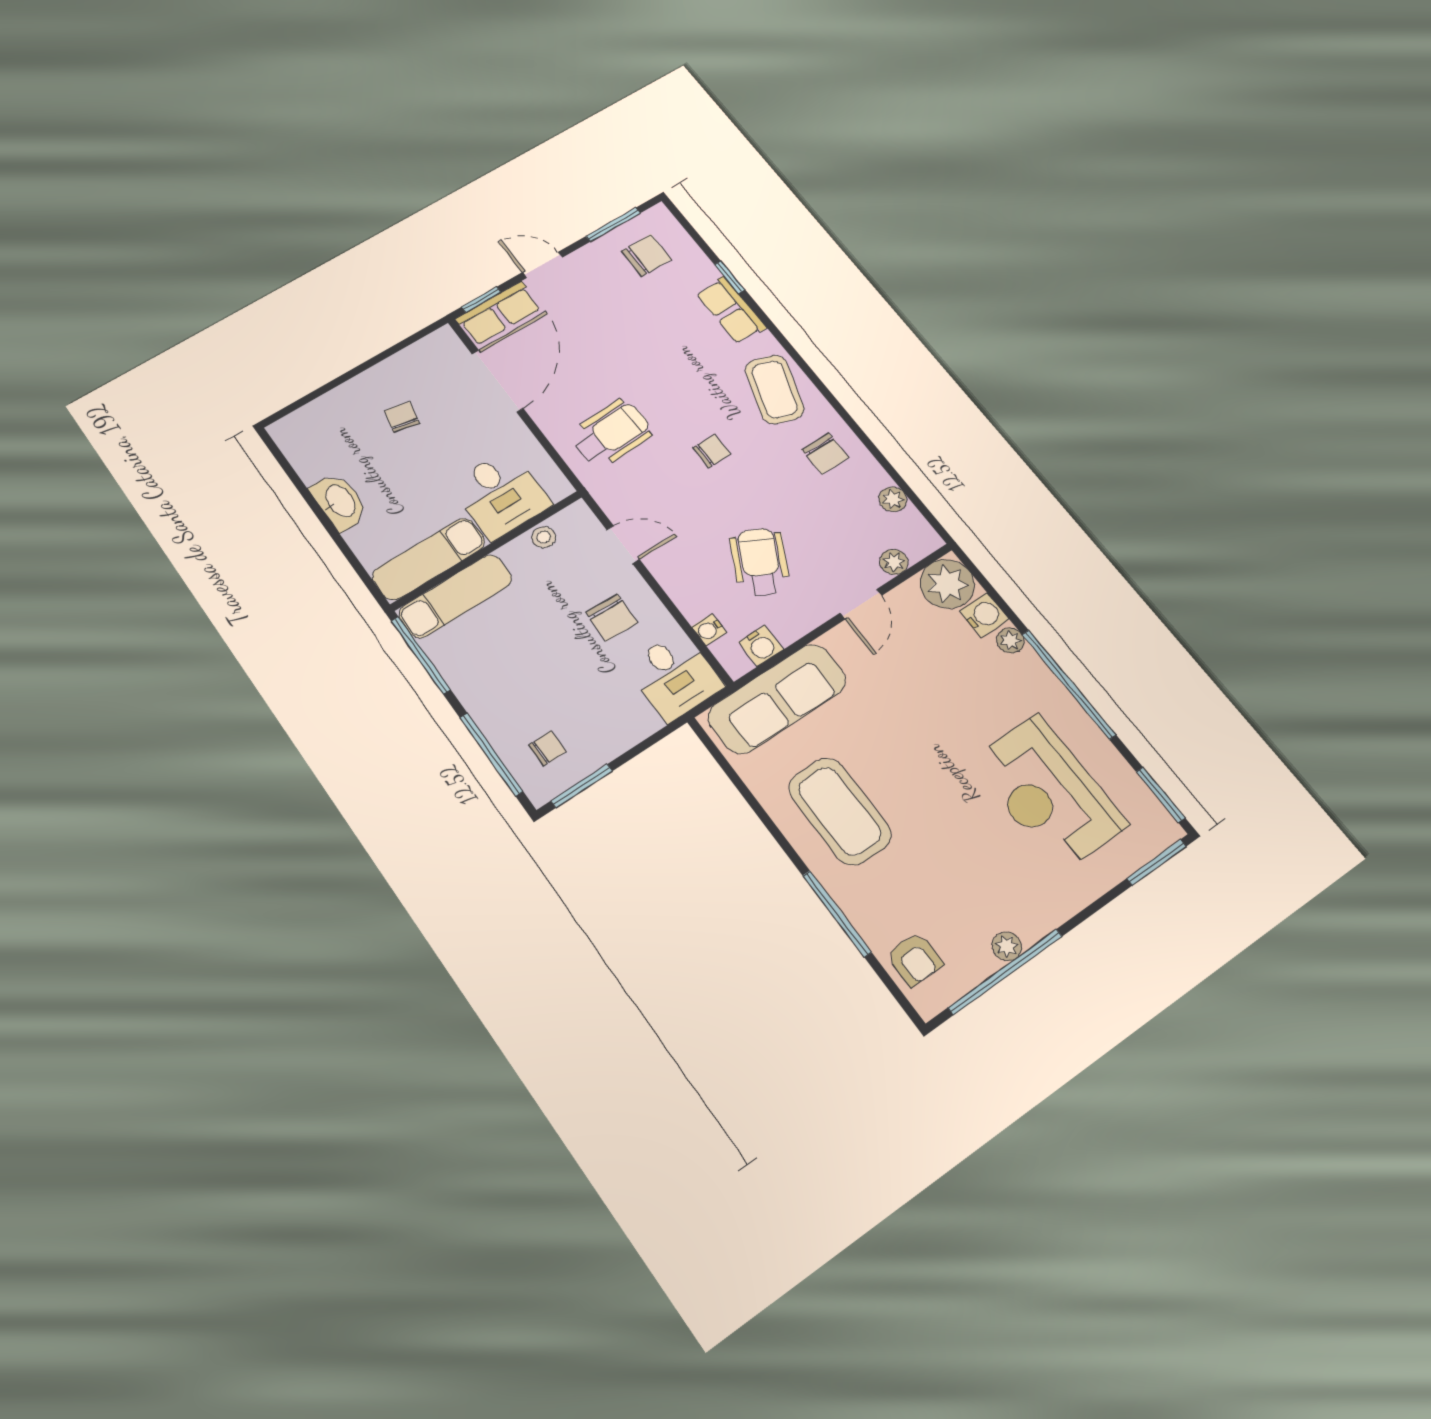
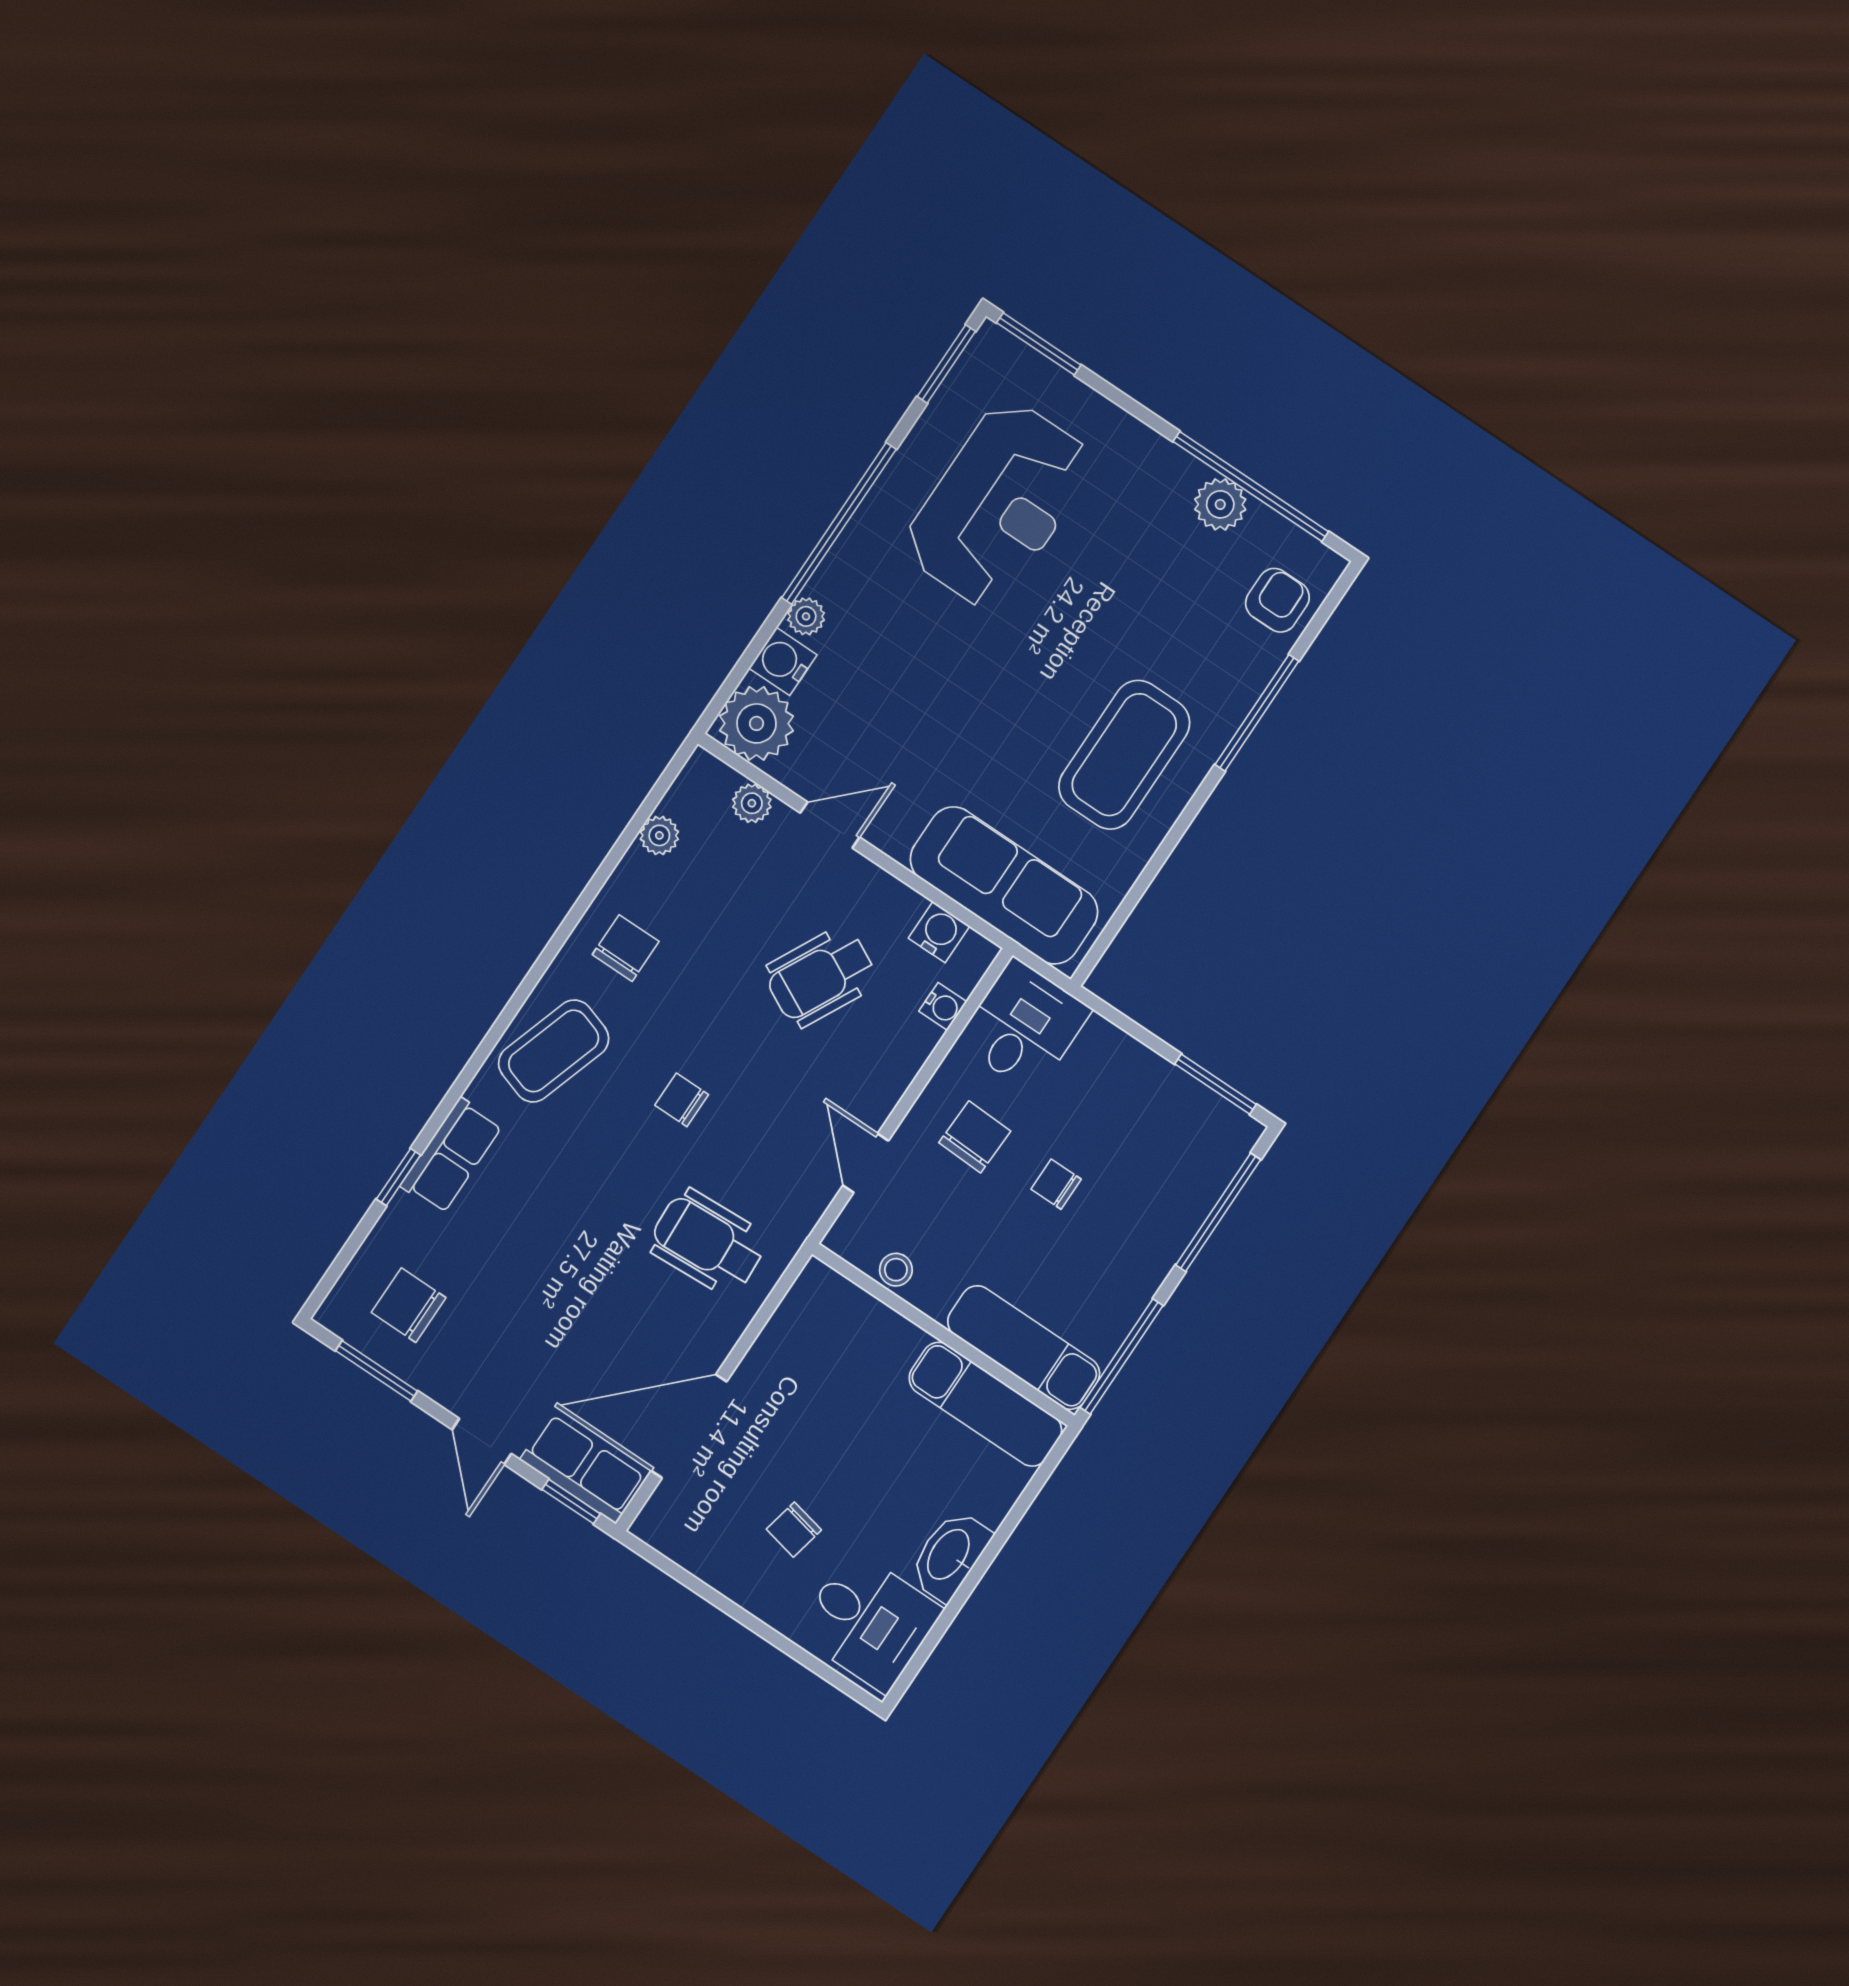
desk: (501, 494) -> (869, 1621), moved, turned 90
chair: (547, 748) -> (1056, 1184), moved
plant: (1007, 946) -> (1220, 504), width x1.38, depth x1.38

